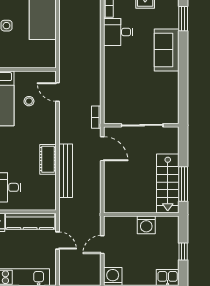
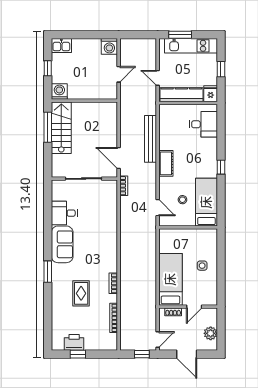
desk: (118, 32) -> (64, 213), moved, turned 180
cot: (48, 159) -> (166, 163), moved
washing machine: (146, 225) -> (59, 92), moved

